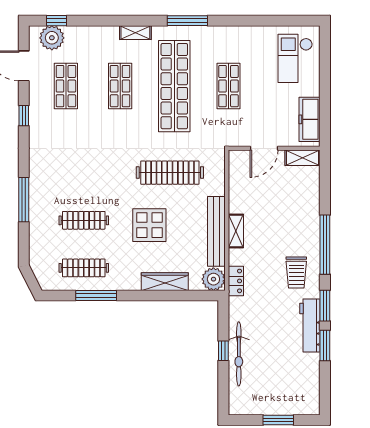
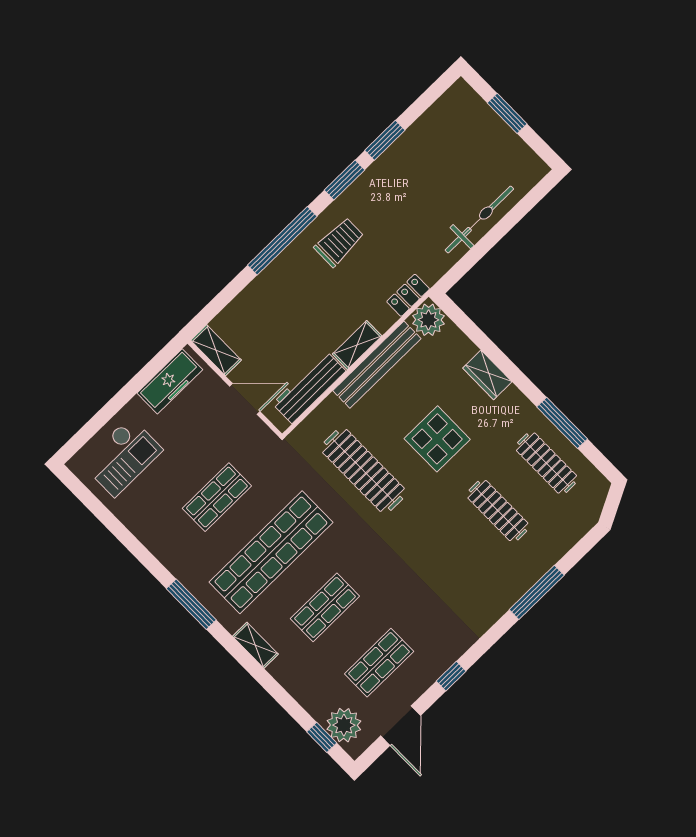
wardrobe: (165, 282) -> (487, 375), width x0.67
workbench: (310, 326) -> (309, 387), moved, turned 180
window: (223, 351) -> (492, 238), removed

